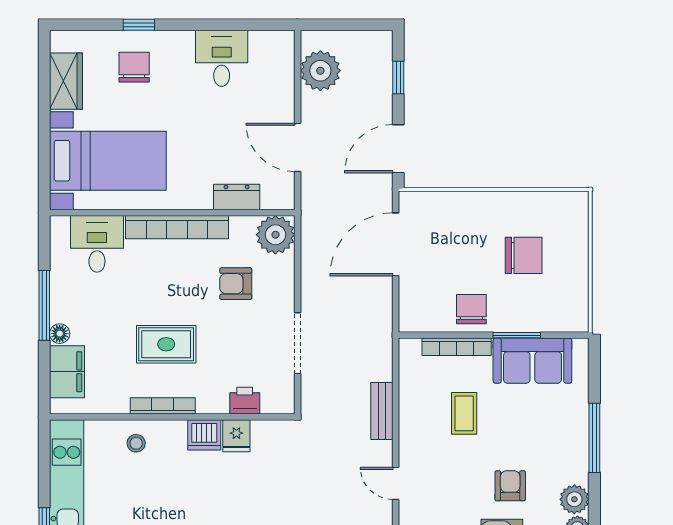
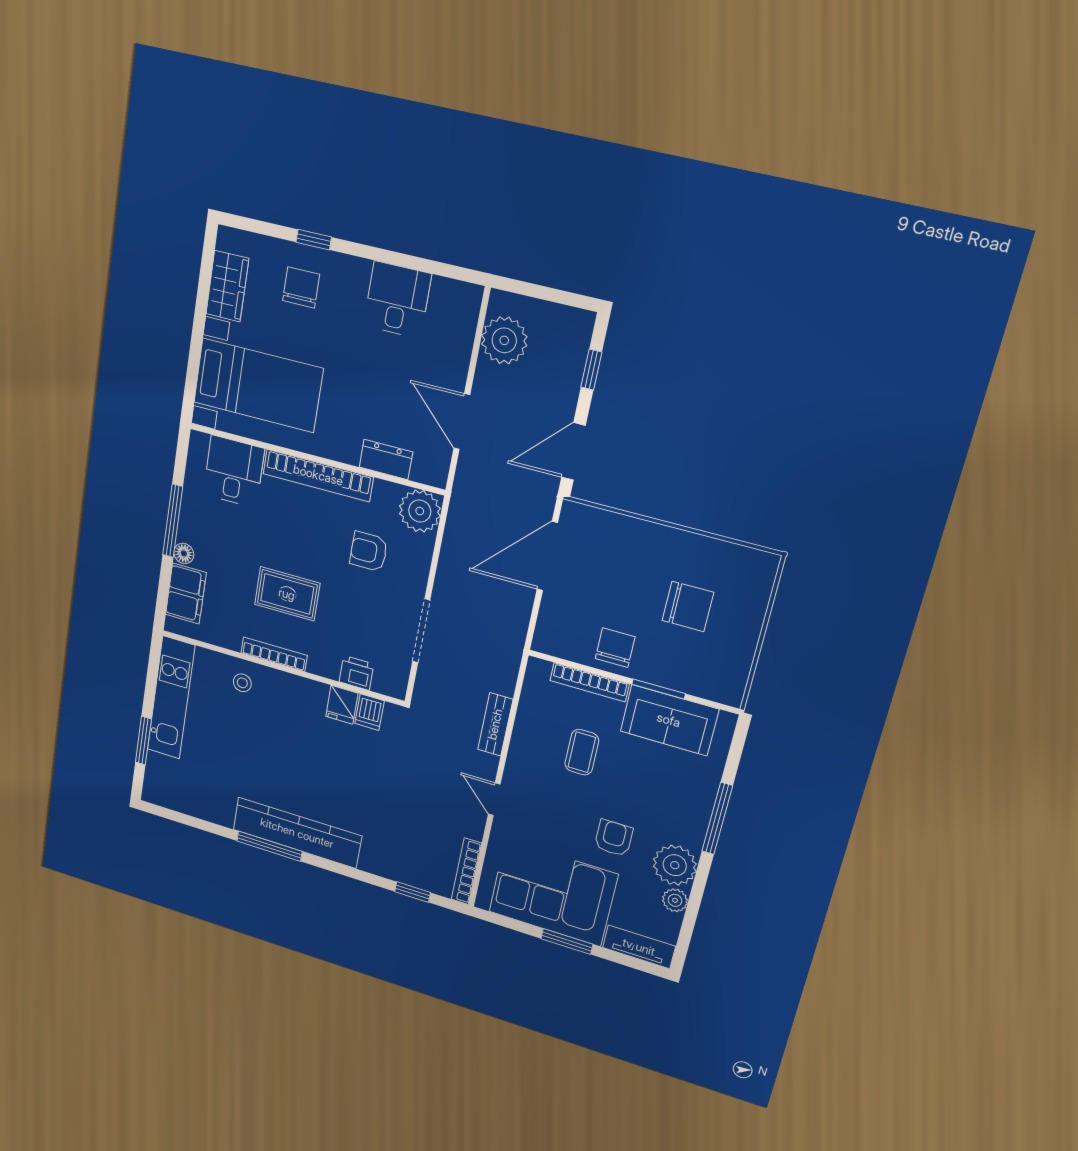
dishwasher: (204, 435) -> (370, 712), moved, width x0.73
plant: (574, 499) -> (675, 865), width x1.36, depth x1.36

